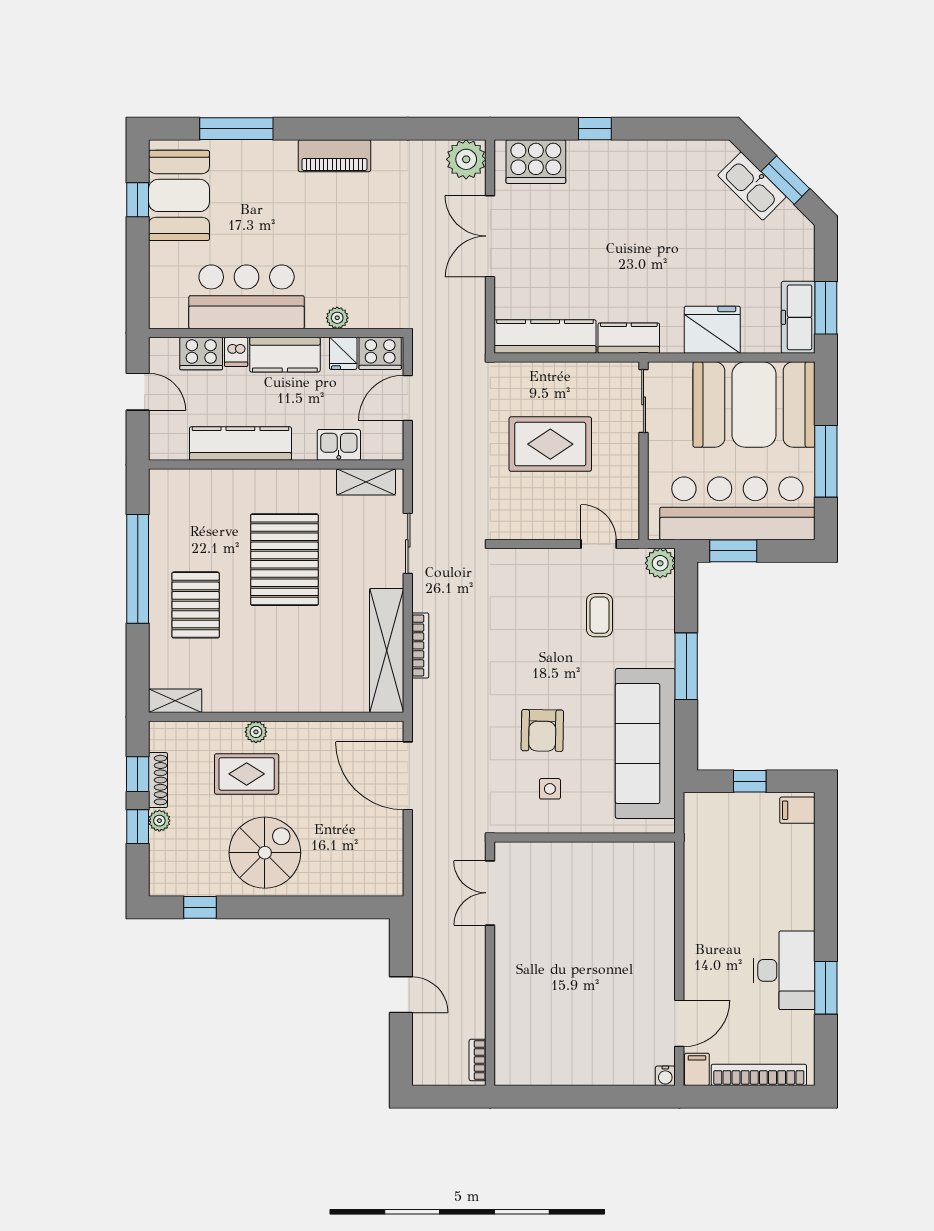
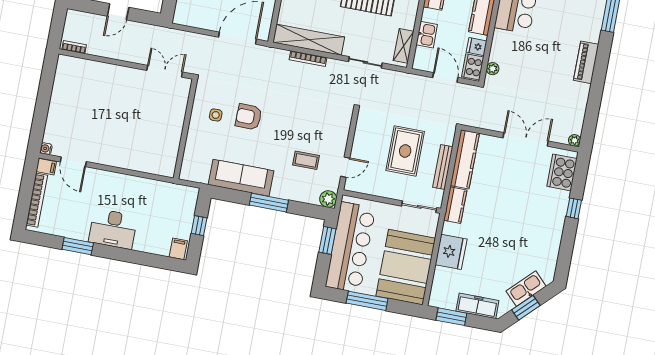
plant: (466, 159) -> (575, 140), width x0.53, depth x0.53
freezer: (798, 317) -> (477, 306), moved
plant: (337, 318) -> (493, 69), moved
bench: (566, 373) -> (443, 167), added
sofa: (645, 744) -> (241, 178), width x0.74, depth x0.79
desk: (784, 970) -> (113, 229), moved

